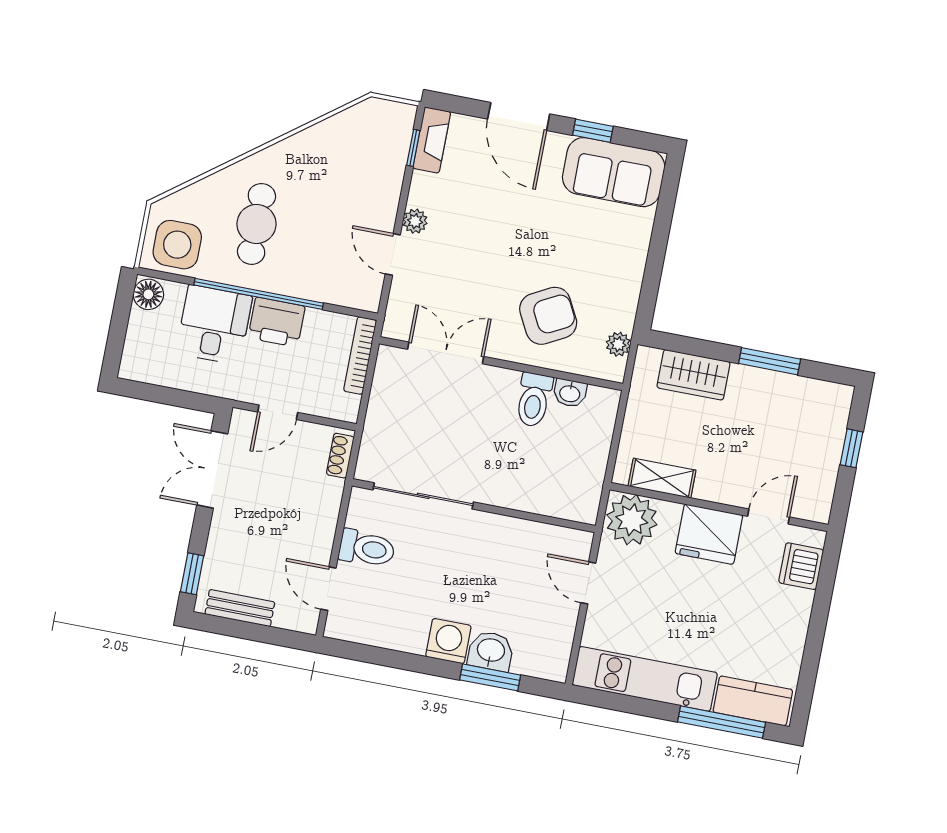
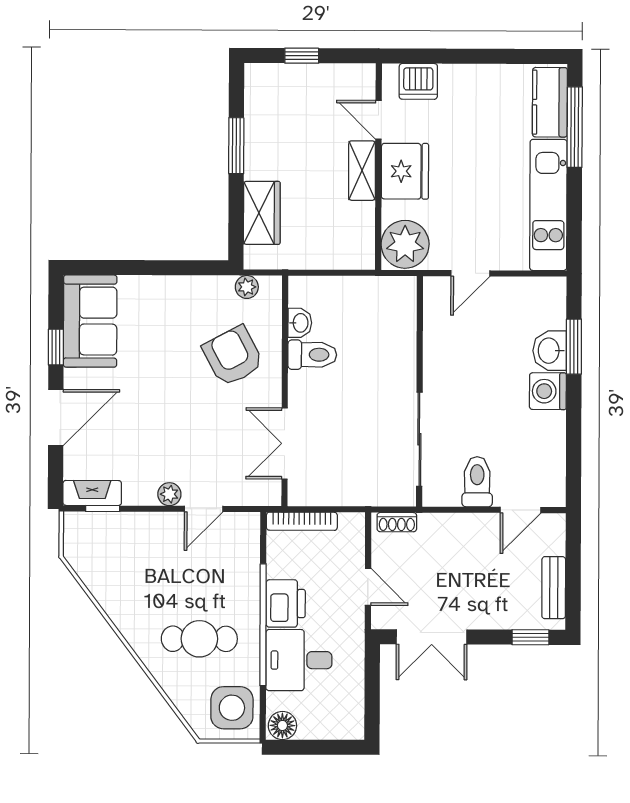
shelving: (662, 478) -> (362, 171), moved

